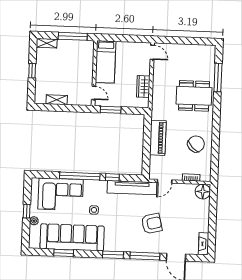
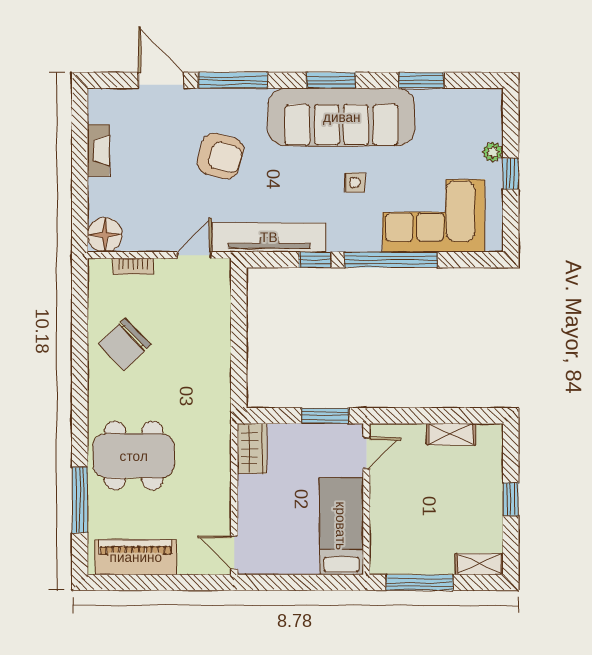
wardrobe: (143, 86) -> (252, 448), moved
door: (94, 93) -> (366, 453), swing flipped
piano: (158, 138) -> (136, 557), moved, turned 90
armchair: (152, 224) -> (220, 156), turned -150
sofa: (72, 237) -> (342, 117), moved
fireplace: (204, 244) -> (98, 150), moved
window: (113, 255) -> (331, 80), moved

